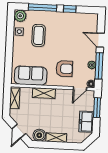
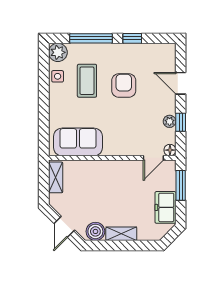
window: (99, 66) -> (181, 122), width x0.46
armchair: (64, 69) -> (124, 86), moved, turned -90
shelving: (44, 93) -> (99, 167), removed

